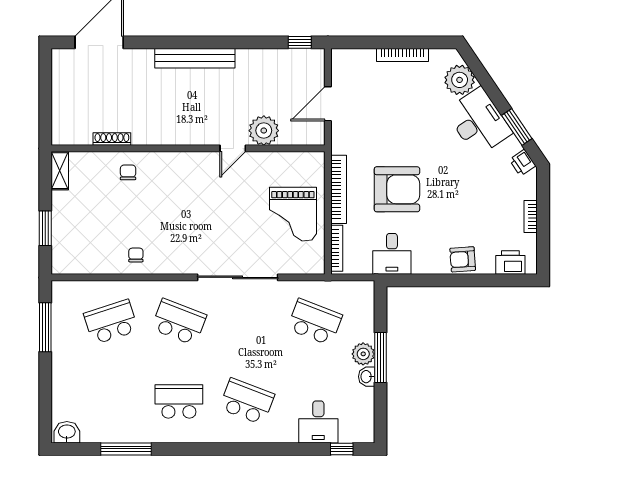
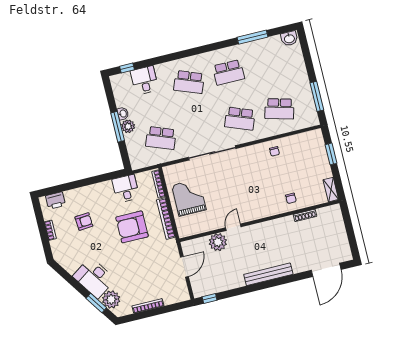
window: (517, 127) -> (96, 303), moved
printer: (523, 163) -> (63, 260), removed
armchair: (463, 259) -> (84, 222), moved
school desk: (111, 322) -> (279, 109), turned 33

